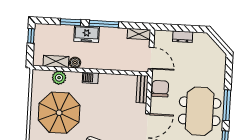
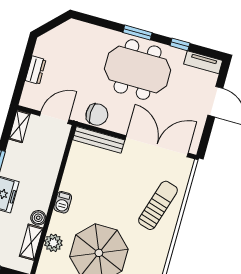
bench: (142, 89) -> (99, 140), width x1.36
chair: (160, 89) -> (97, 115), turned 180
window: (227, 105) -> (138, 33), width x0.69

